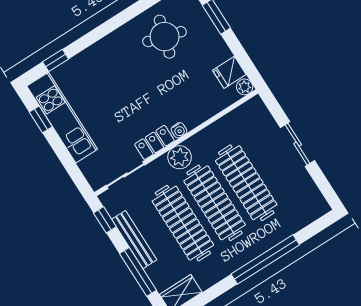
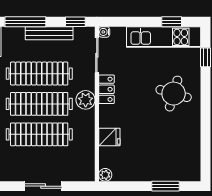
round table: (165, 37) -> (174, 94), moved
fridge: (229, 72) -> (109, 137), moved, turned 90
water cooler: (179, 130) -> (104, 32), moved

